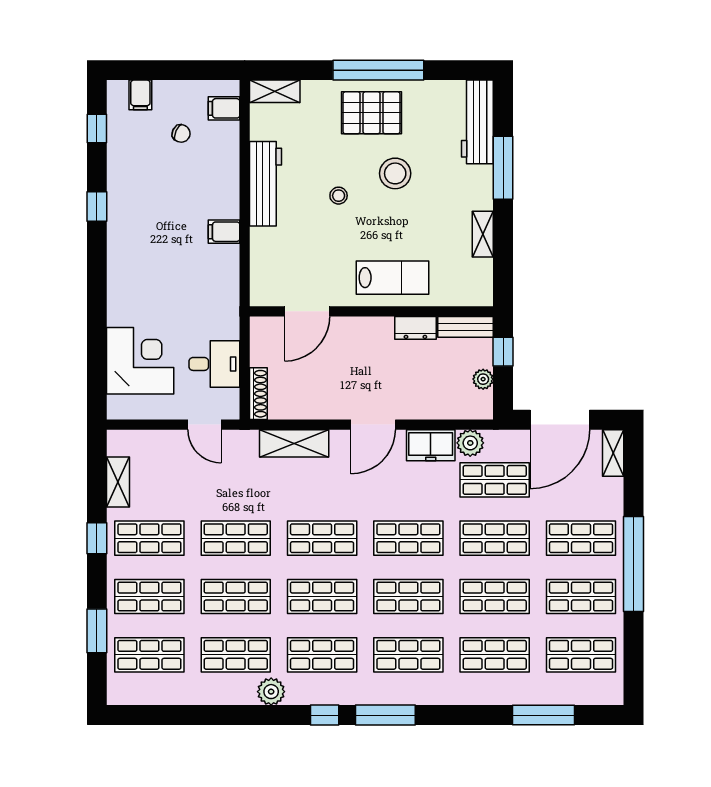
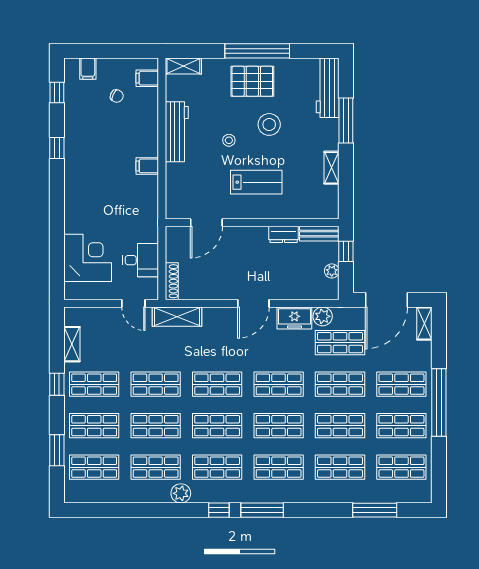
lab bench: (392, 278) -> (256, 182), moved
shelving: (294, 443) -> (177, 317), moved

